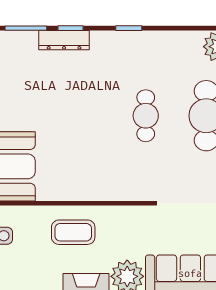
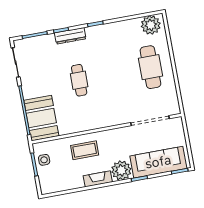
dresser: (64, 40) -> (70, 36), moved
cafe table: (146, 116) -> (79, 80), moved

